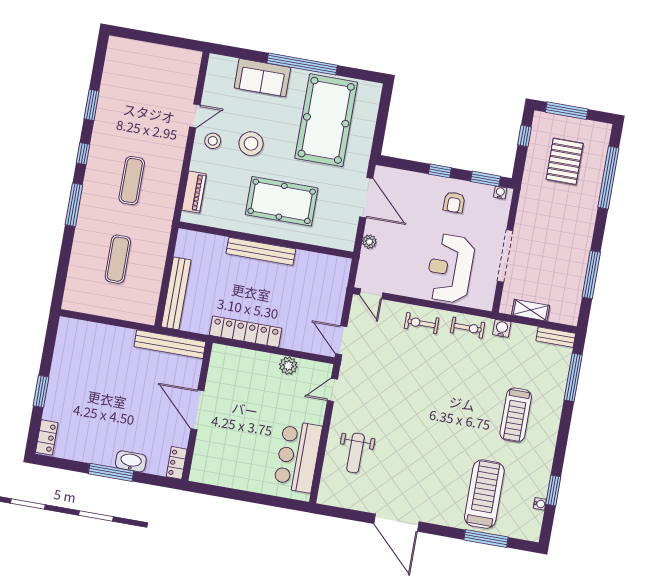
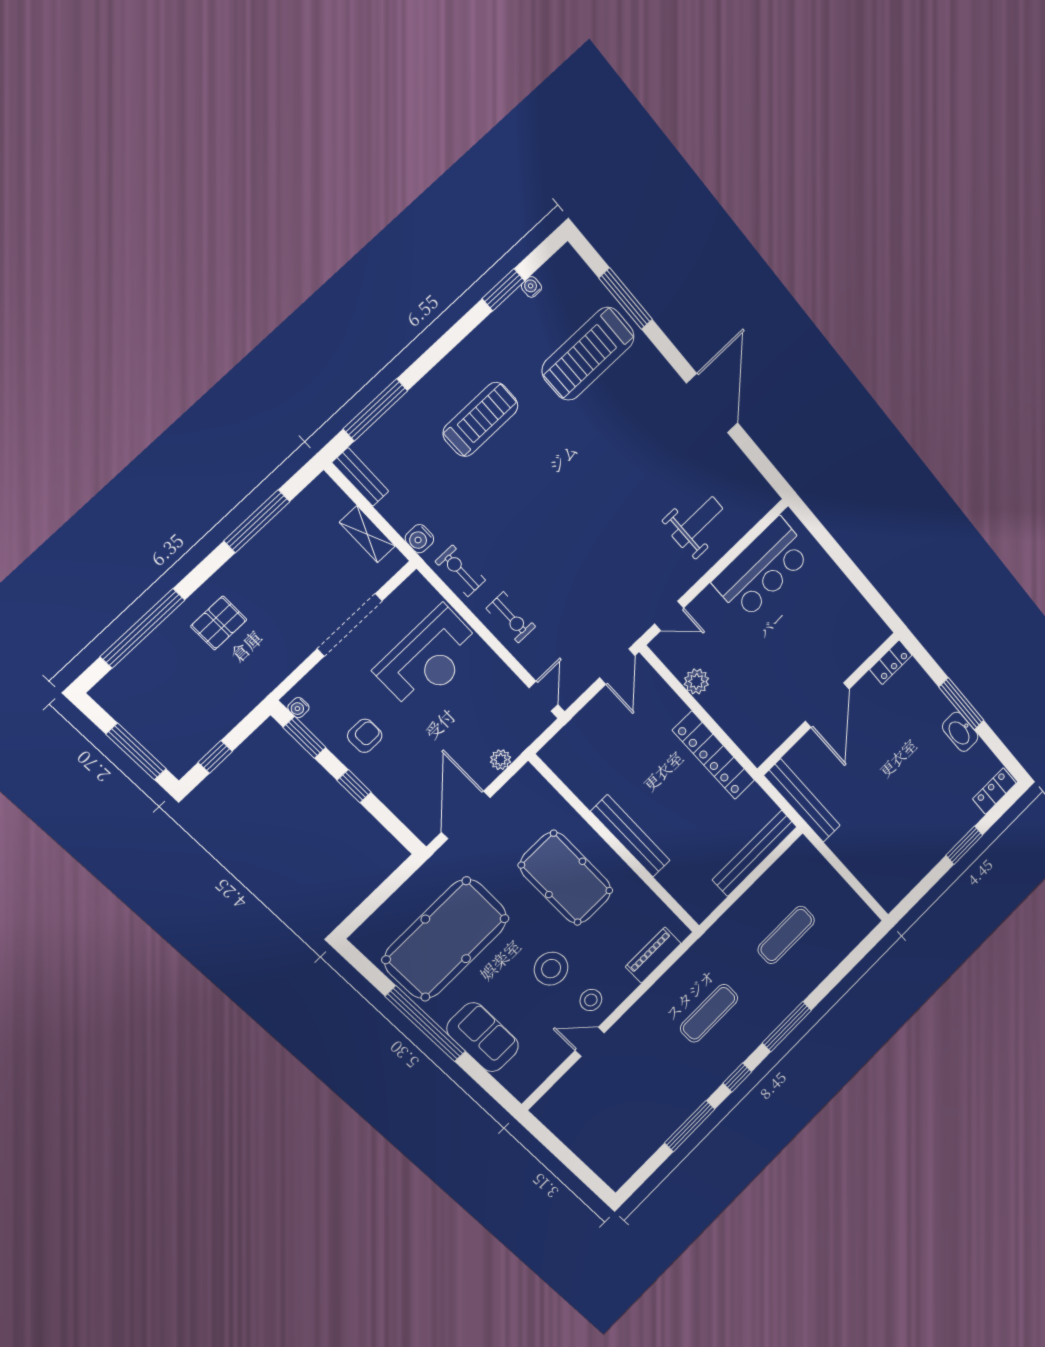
window: (92, 105) -> (690, 1126), width x1.44
pallet: (565, 161) -> (219, 623), moved, width x0.67, depth x0.71
washbasin: (131, 461) -> (960, 732), moved

